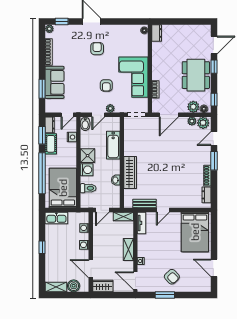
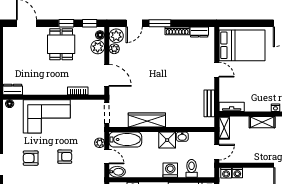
window: (214, 67) -> (66, 23), moved
dining table: (196, 75) -> (61, 44), width x0.73
corner sofa: (133, 77) -> (47, 116), moved
armchair: (106, 85) -> (65, 157), moved
door: (214, 138) -> (134, 23), hinge flipped
bathtub: (113, 145) -> (125, 140), moved
shower: (88, 156) -> (167, 140), moved
wardrobe: (130, 173) -> (147, 120), moved
door: (102, 210) -> (217, 152), hinge flipped
door: (163, 210) -> (217, 70), moved
washing machine: (84, 245) -> (226, 173), moved

